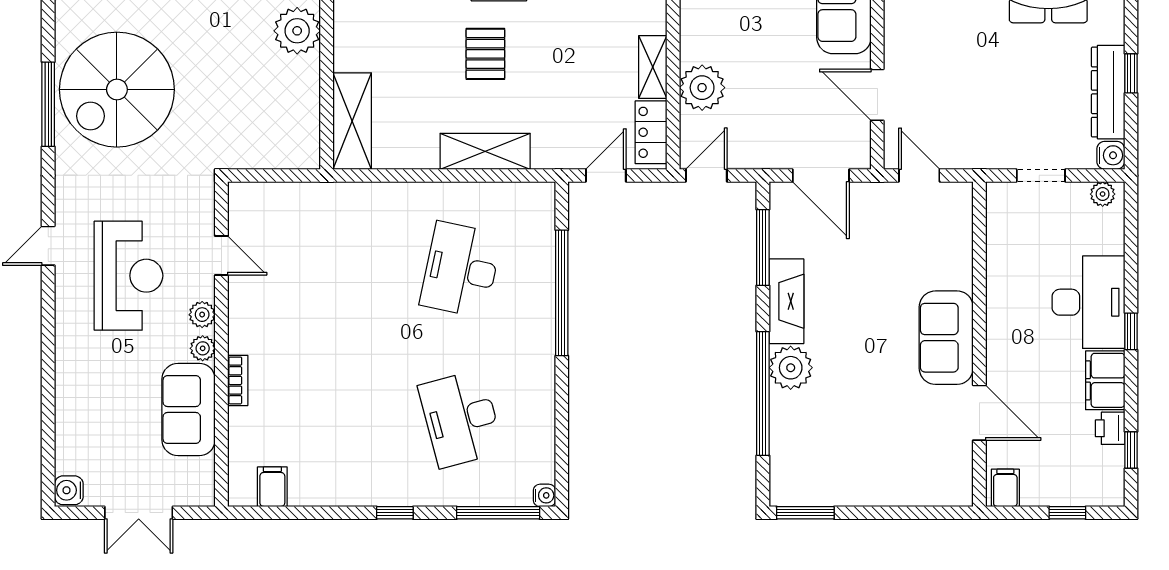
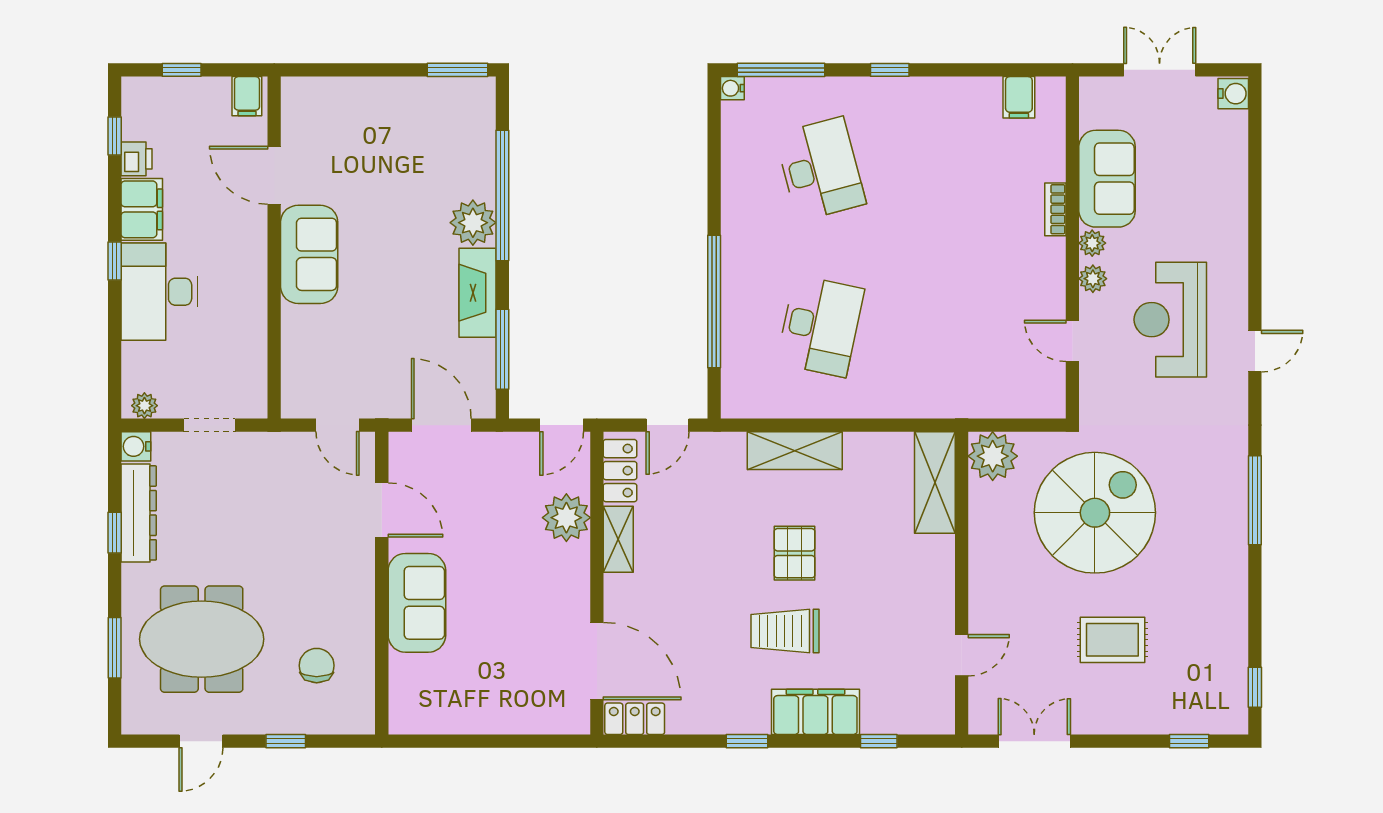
plant: (297, 31) -> (993, 456), moved
spiral stairs: (117, 90) -> (1095, 513), moved

